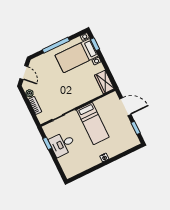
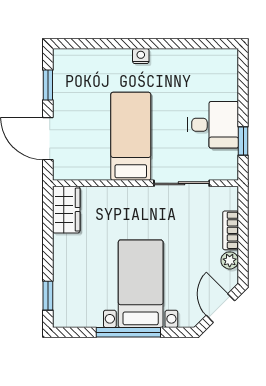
bed with nightstands: (77, 56) -> (141, 284), moved, turned -90

